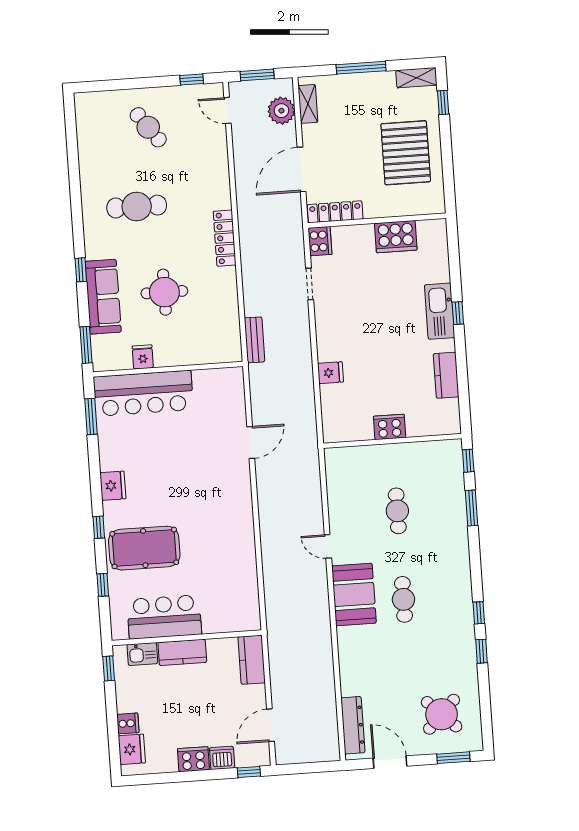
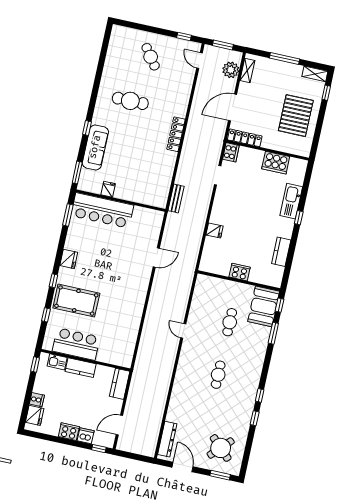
round table: (164, 292) -> (132, 155), removed
kitchen sink: (440, 311) -> (291, 201), moved
booth: (354, 595) -> (264, 306), moved

